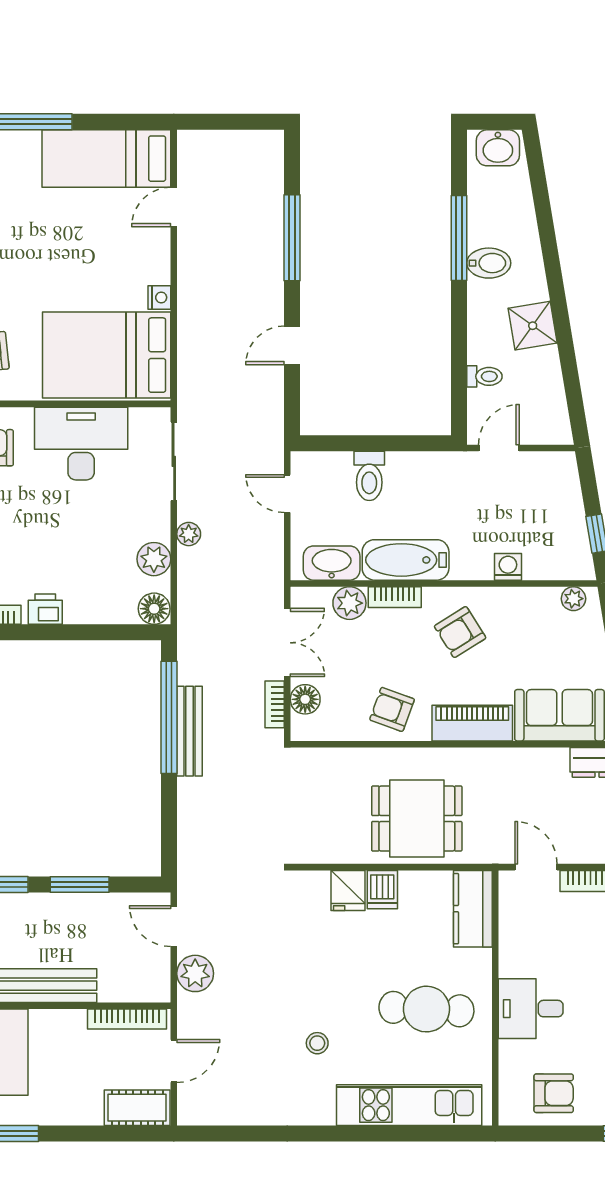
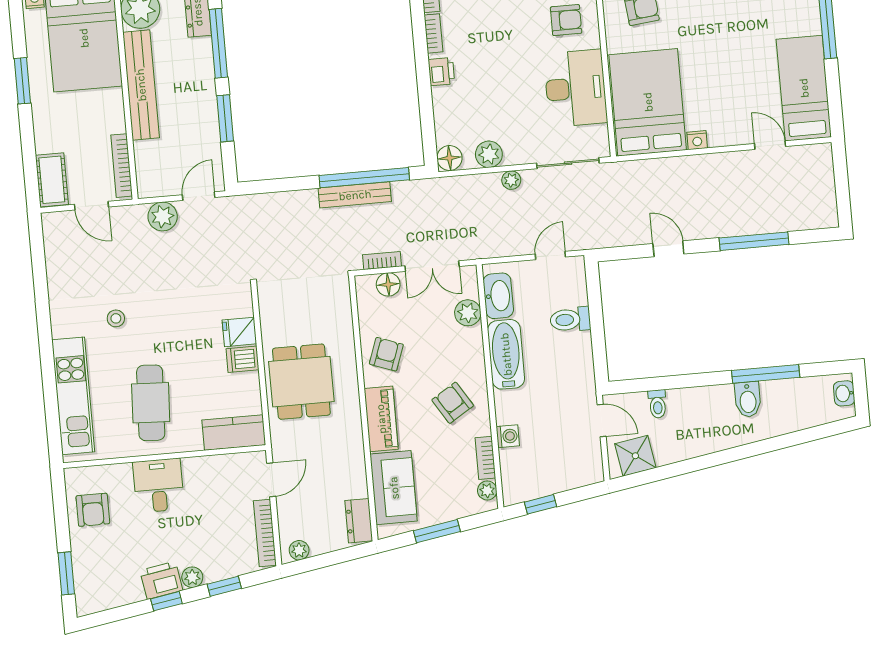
washbasin: (498, 148) -> (844, 393), width x0.72, depth x0.69
shower: (533, 326) -> (635, 456), moved
bookcase: (395, 597) -> (485, 458), moved

